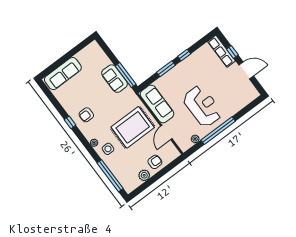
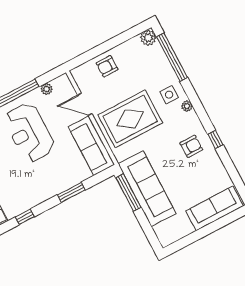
window: (184, 55) -> (25, 217), moved
sofa: (114, 79) -> (147, 189), width x1.85, depth x1.27
door: (166, 132) -> (85, 104), swing flipped
plant: (144, 175) -> (148, 38), moved

